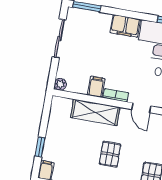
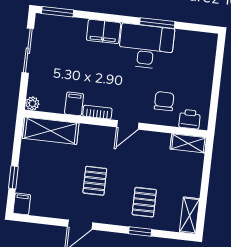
door: (141, 108) -> (128, 125), hinge flipped
shelving: (95, 112) -> (51, 131), moved

